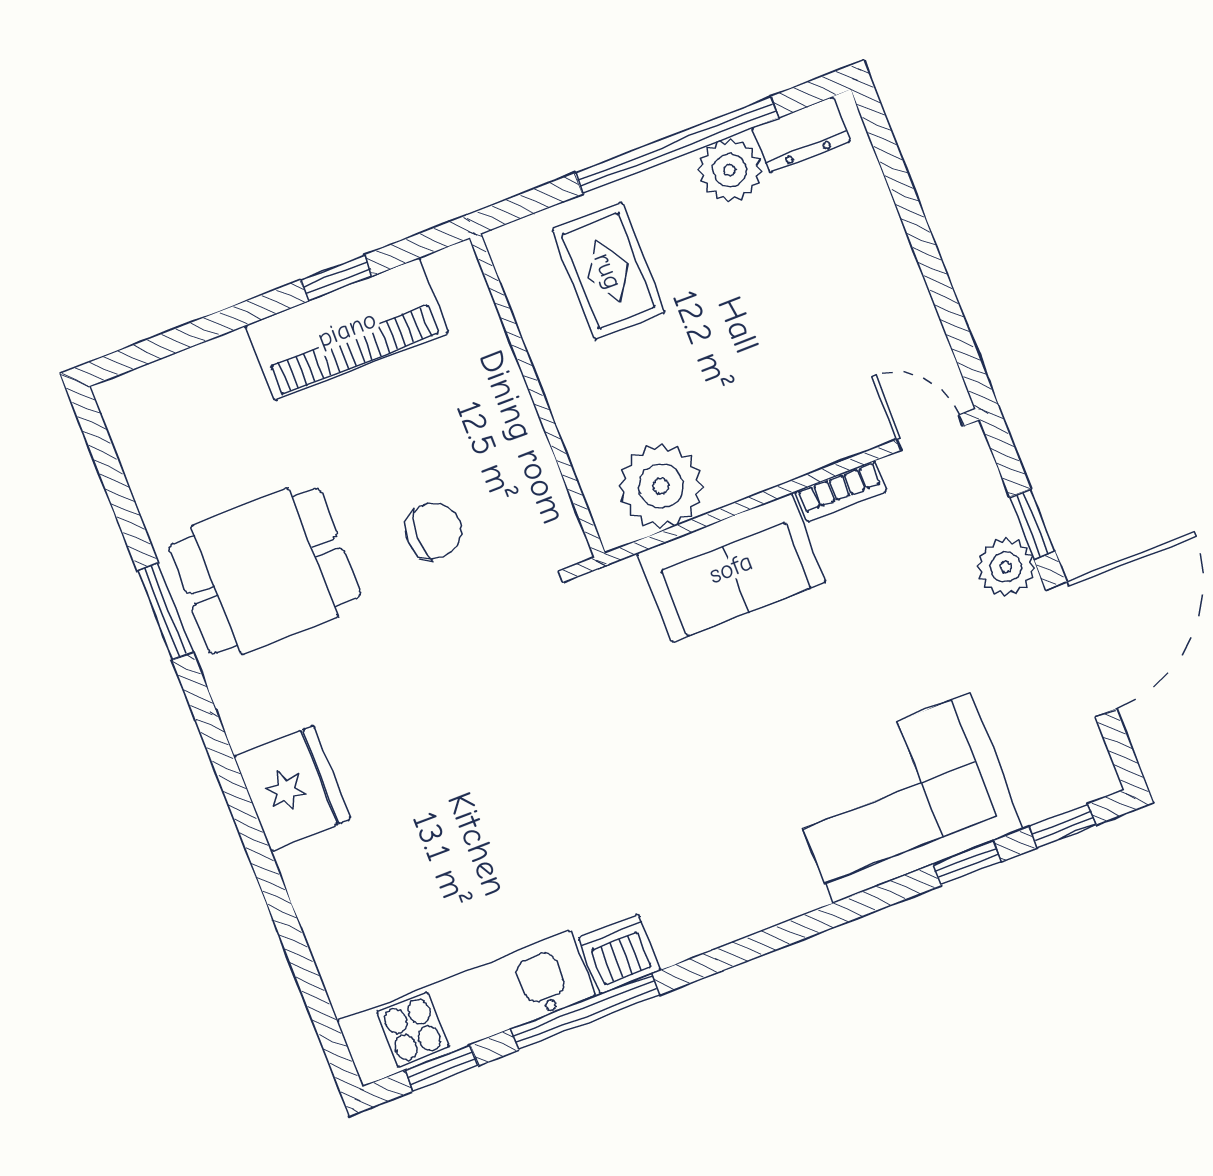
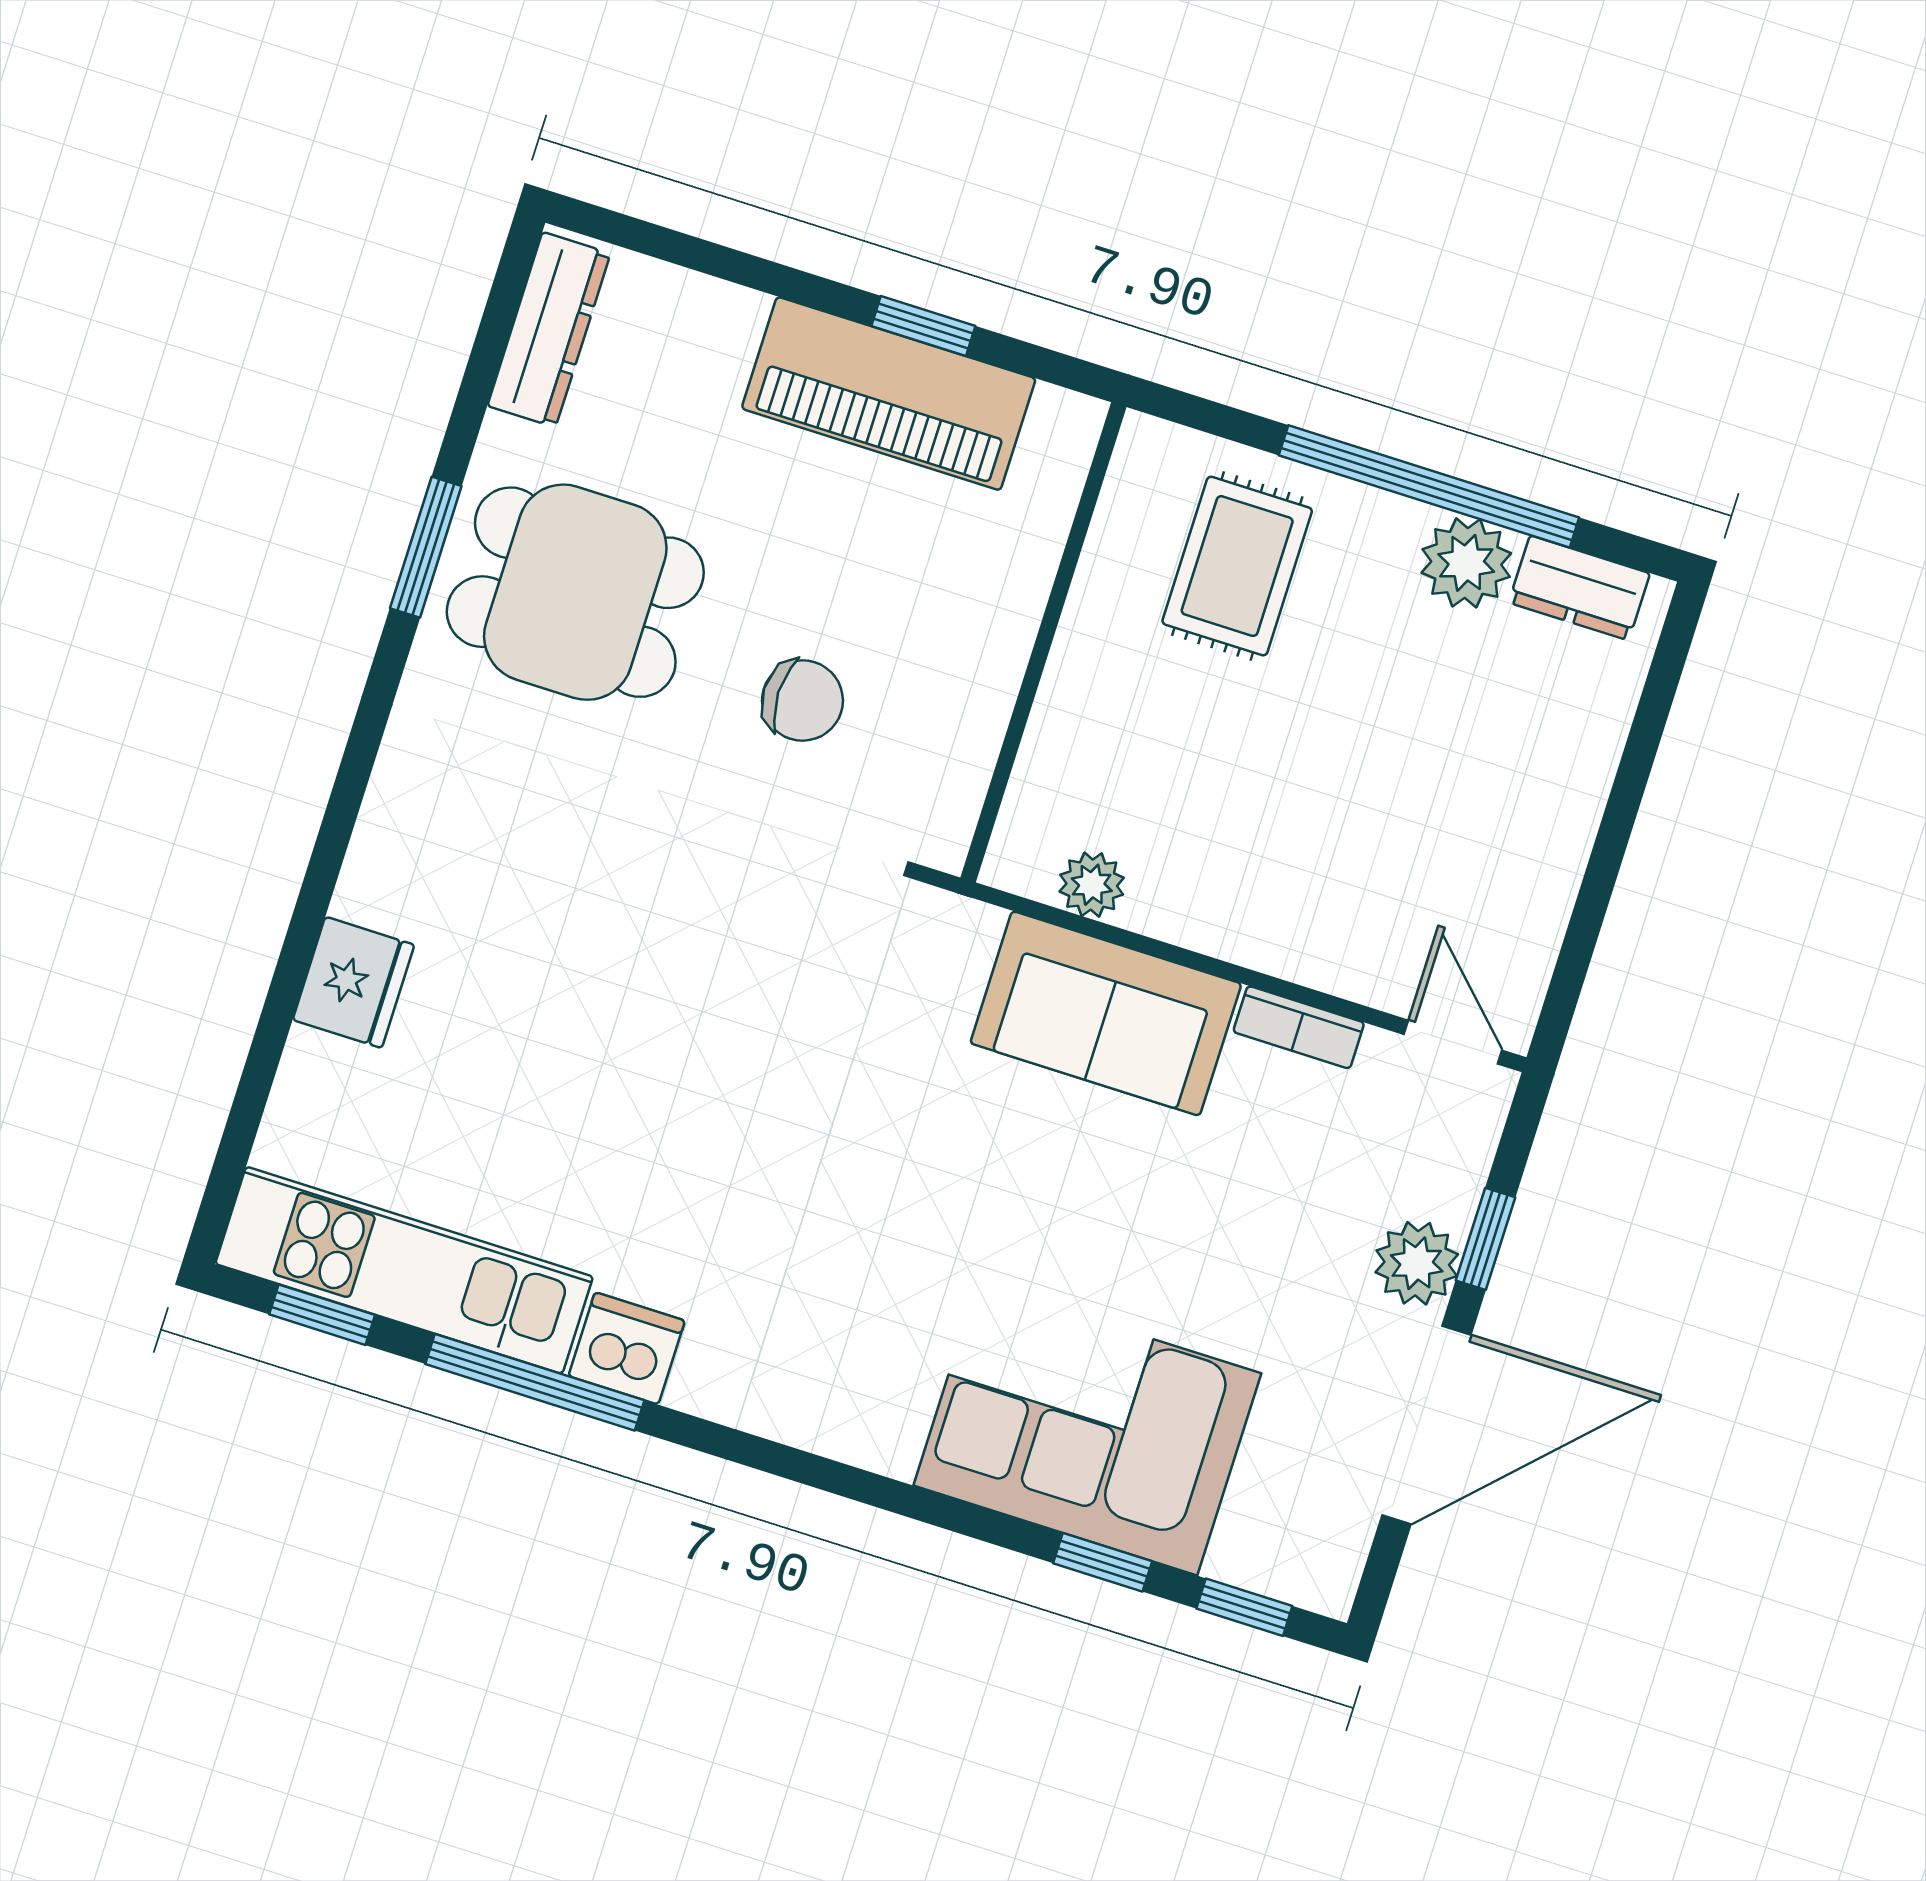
dresser: (137, 442) -> (549, 330), added
plant: (661, 486) -> (1092, 885), width x0.53, depth x0.53
fridge: (292, 788) -> (353, 982), moved, width x0.73, depth x0.75

